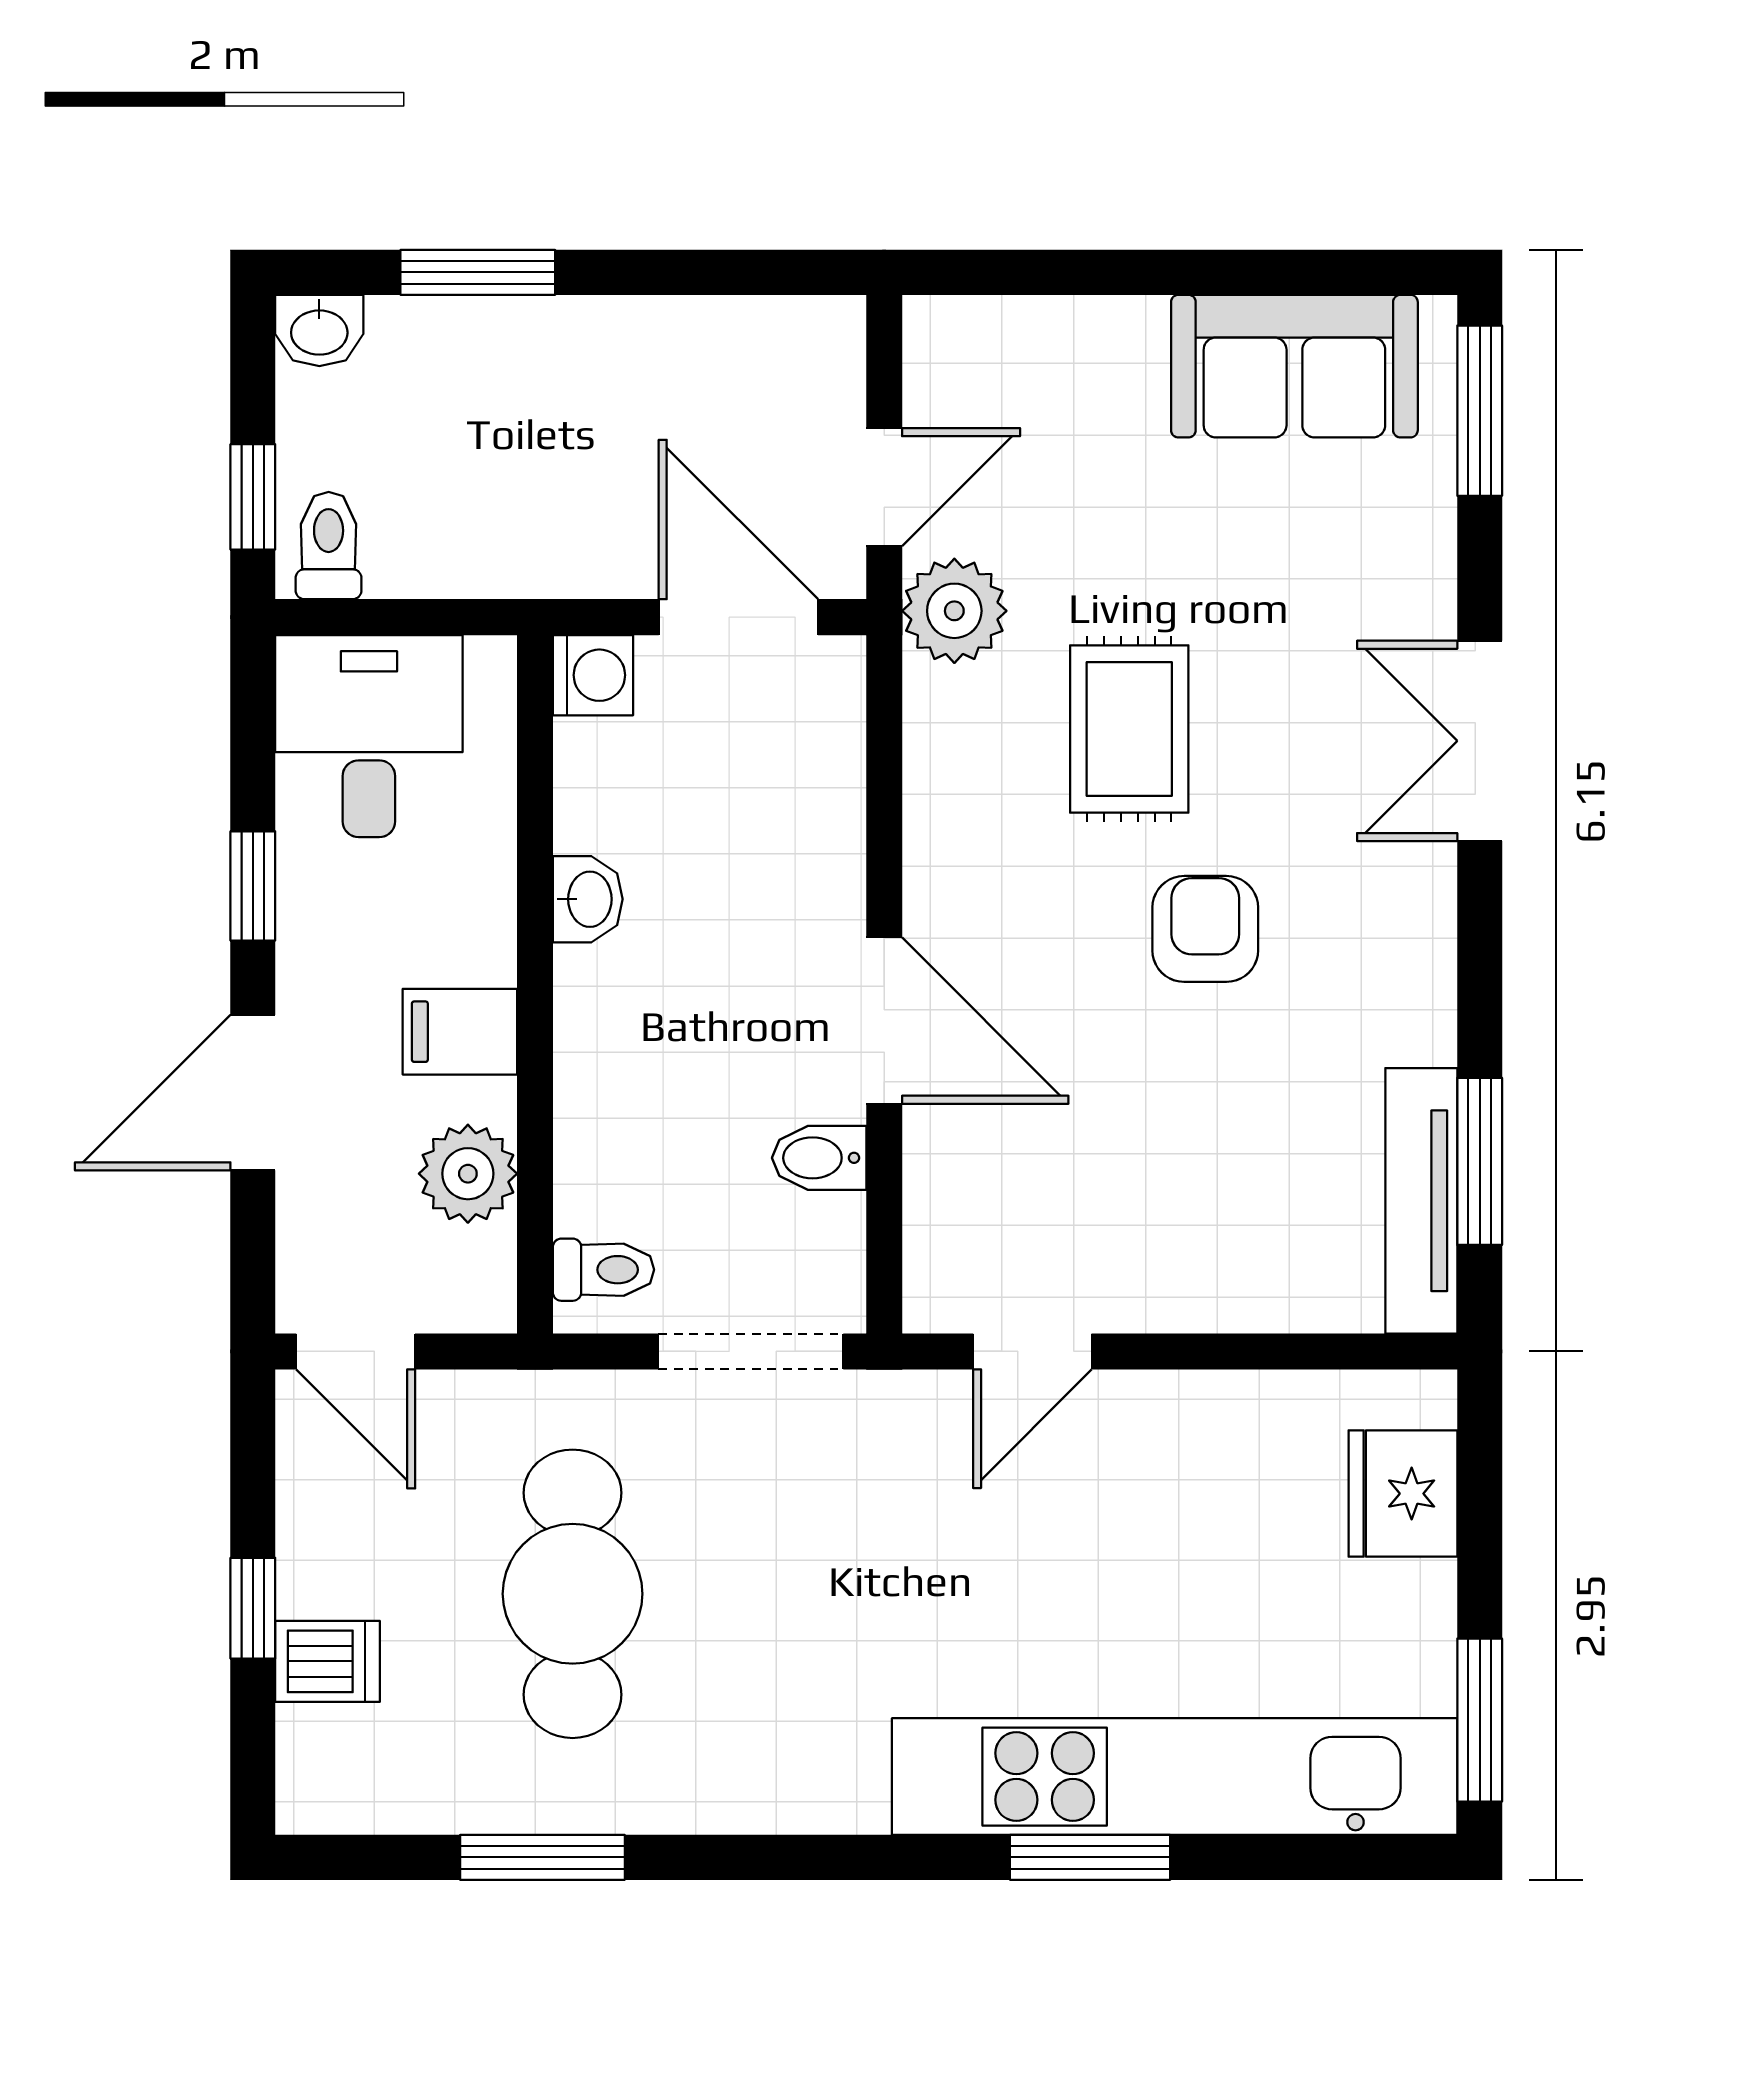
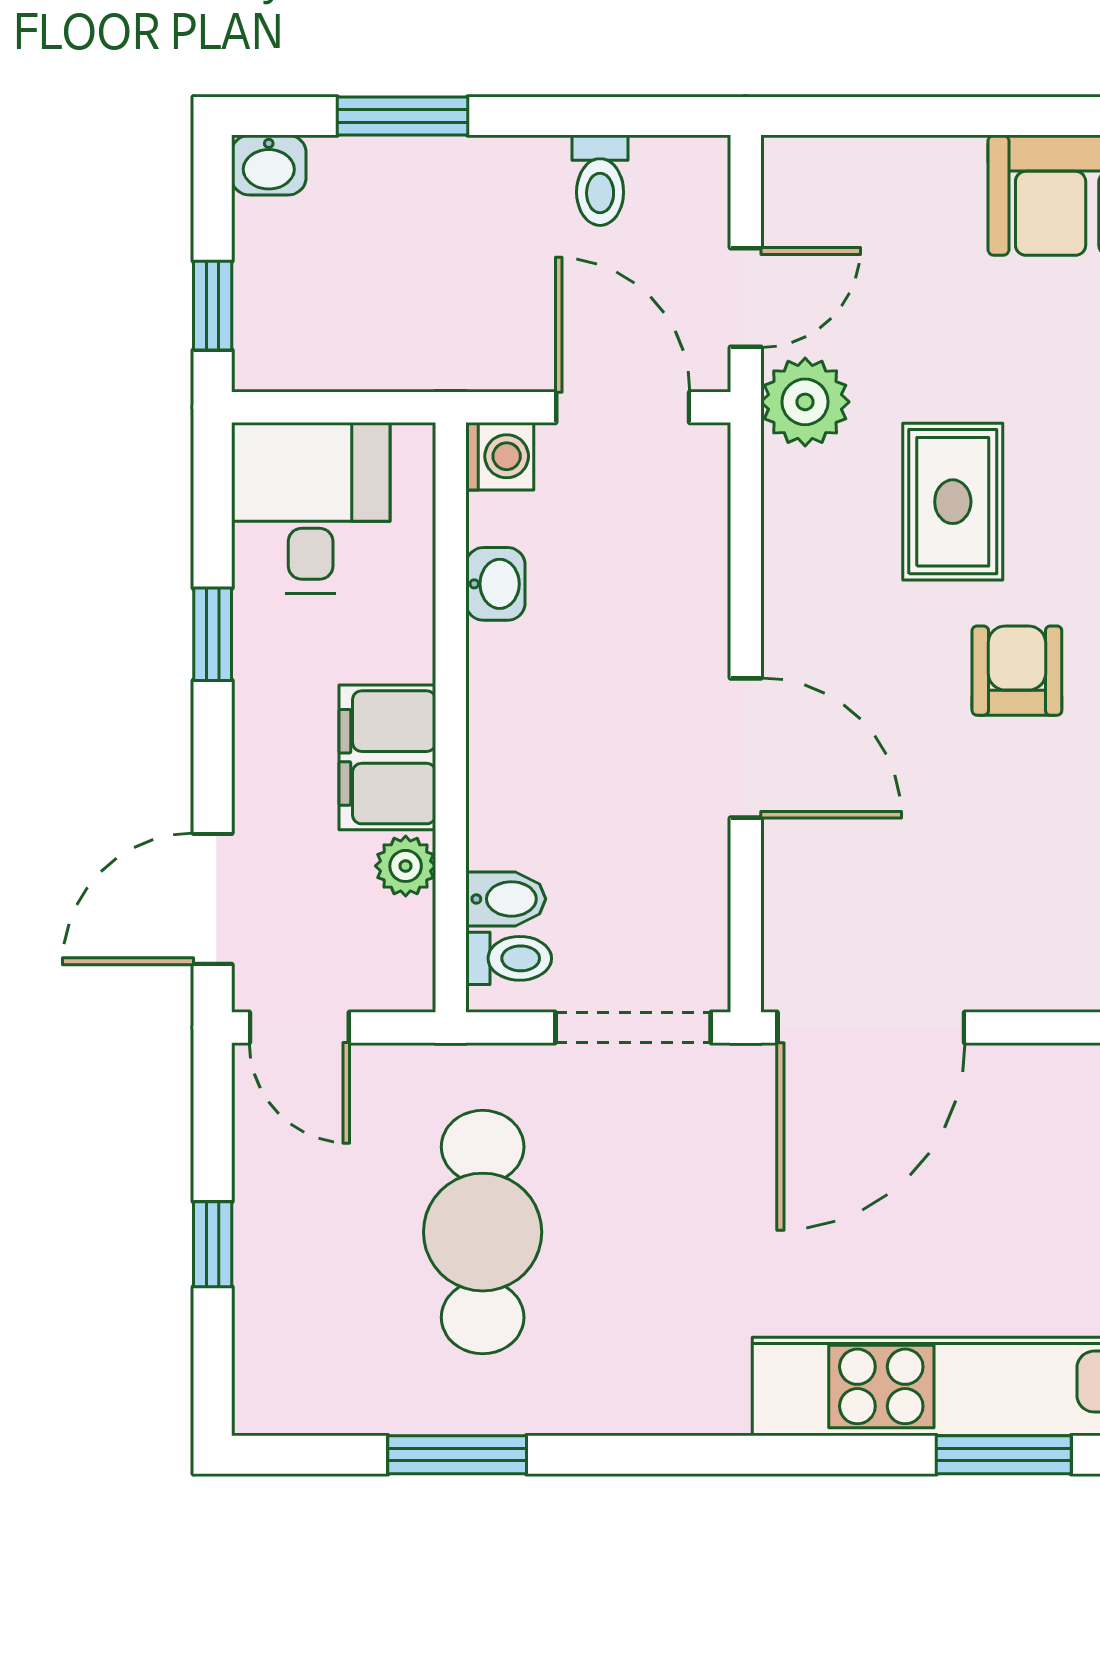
toilet: (329, 546) -> (600, 180), moved, turned 180
washbasin: (588, 899) -> (495, 584), moved
filing cabinet: (460, 1032) -> (387, 757), width x2.00
door: (253, 1093) -> (213, 899), moved
bidet: (819, 1158) -> (506, 899), moved, turned 180
plant: (468, 1174) -> (406, 866), width x0.73, depth x0.73
door: (1032, 1351) -> (871, 1027), width x1.87
dishwasher: (328, 1661) -> (276, 1289), removed
window: (1090, 1857) -> (1004, 1455), moved

